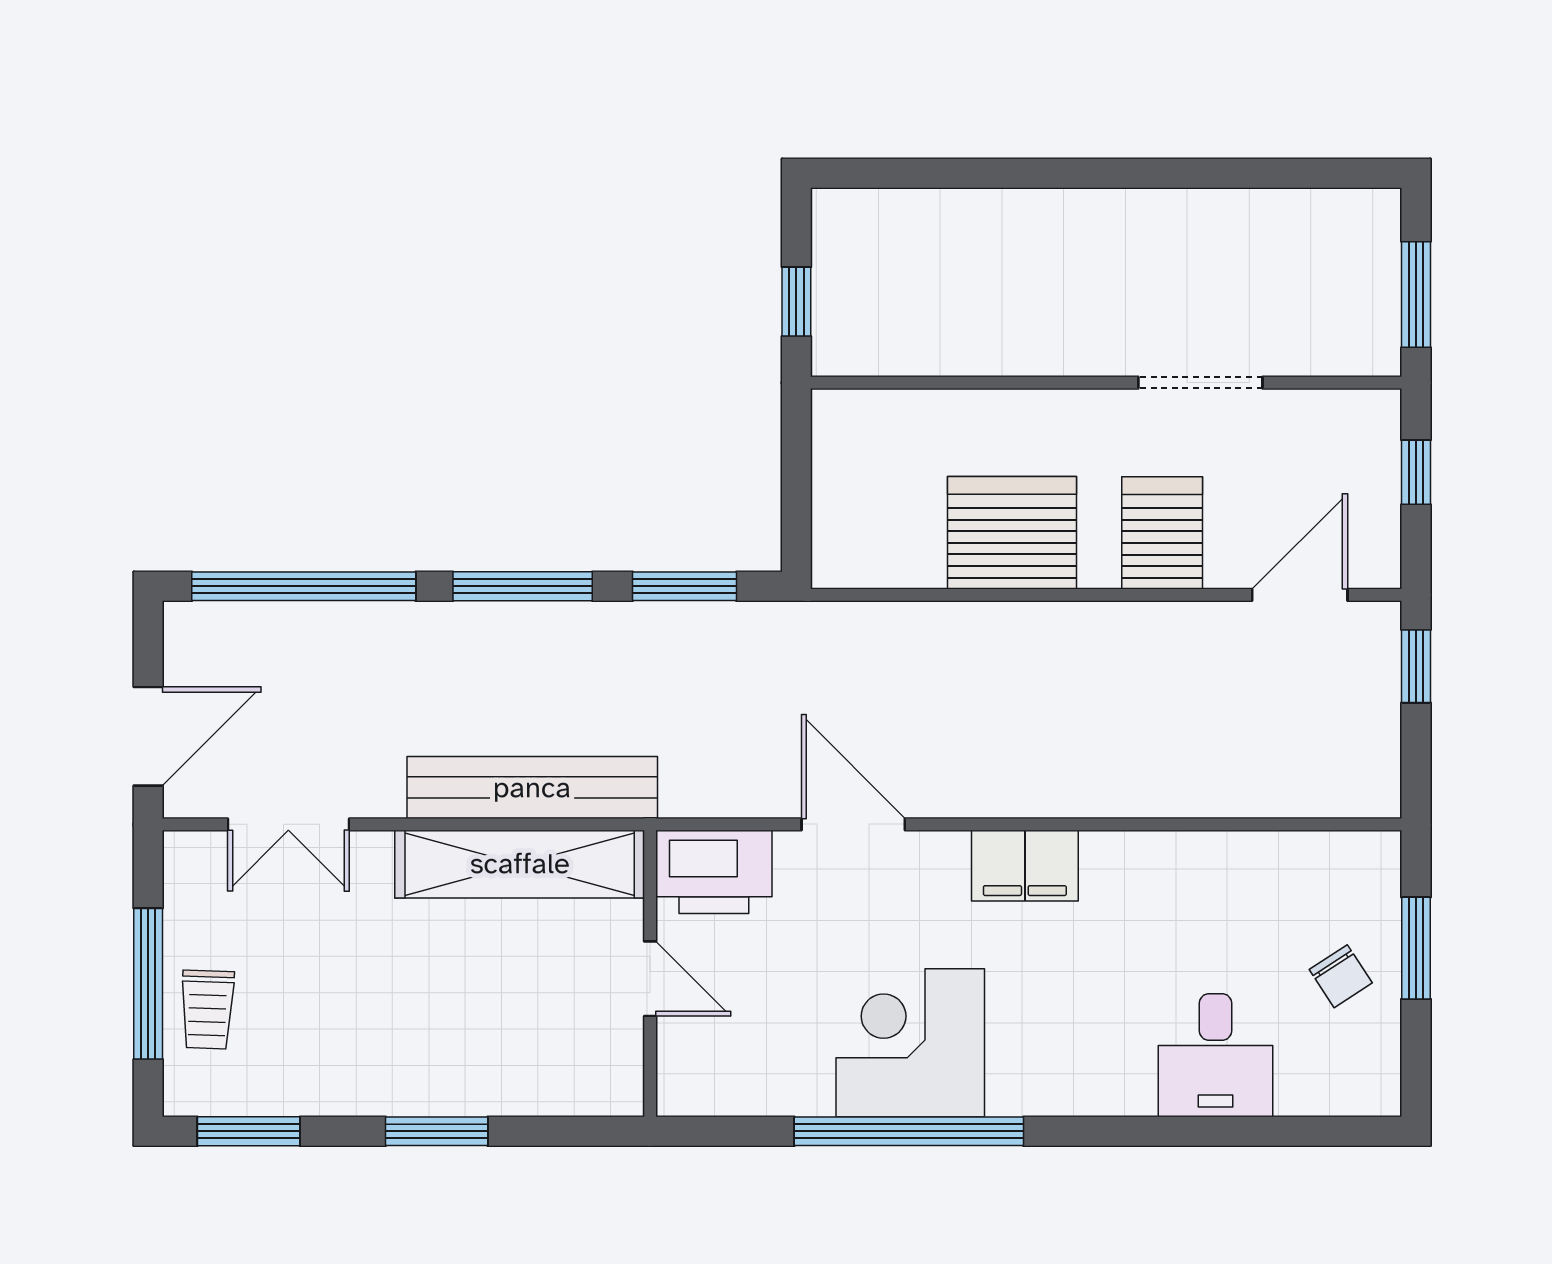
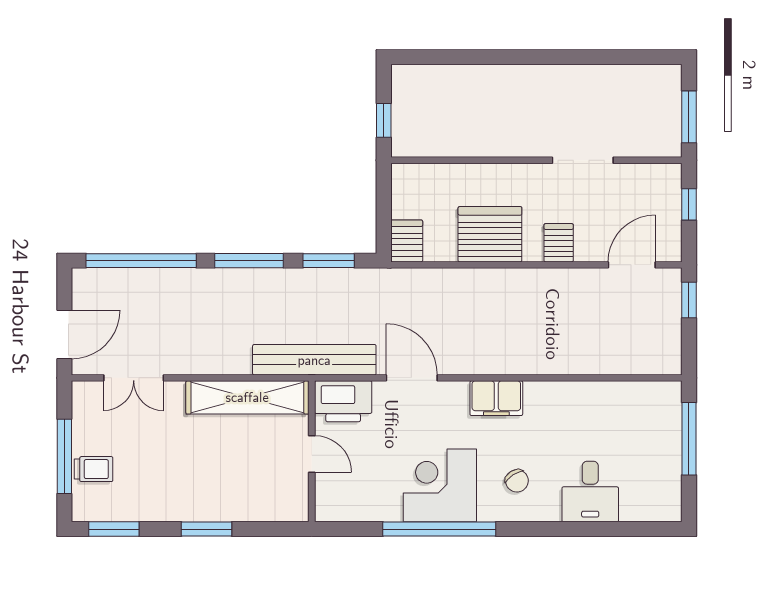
server rack: (1162, 533) -> (559, 243), width x0.73, depth x0.70
server rack: (843, 546) -> (407, 241), added
bench: (532, 788) -> (314, 360), moved
window: (1416, 948) -> (689, 439), width x1.44
chair: (1341, 976) -> (517, 481), moved
trolley: (207, 1010) -> (94, 469), turned -92

